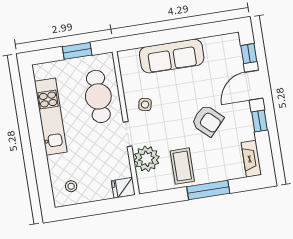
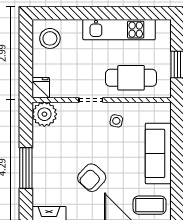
plant: (147, 159) -> (44, 114), moved
coffee table: (182, 166) -> (150, 205), moved
stool: (71, 186) -> (50, 38), width x1.89, depth x1.89

